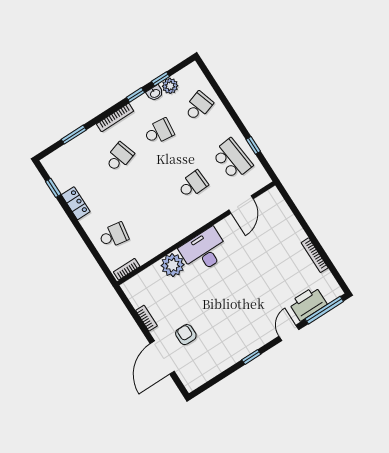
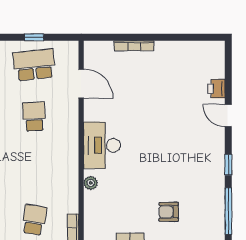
bookcase: (315, 255) -> (134, 46), moved
plant: (173, 265) -> (91, 183), width x0.53, depth x0.53
printer: (308, 303) -> (216, 89), width x0.53, depth x0.68
window: (324, 310) -> (228, 211), moved

